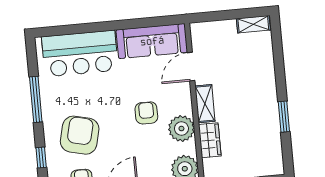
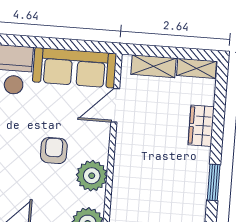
shelving: (205, 104) -> (154, 66), moved, turned 90
wardrobe: (210, 140) -> (201, 126), moved, turned 180

